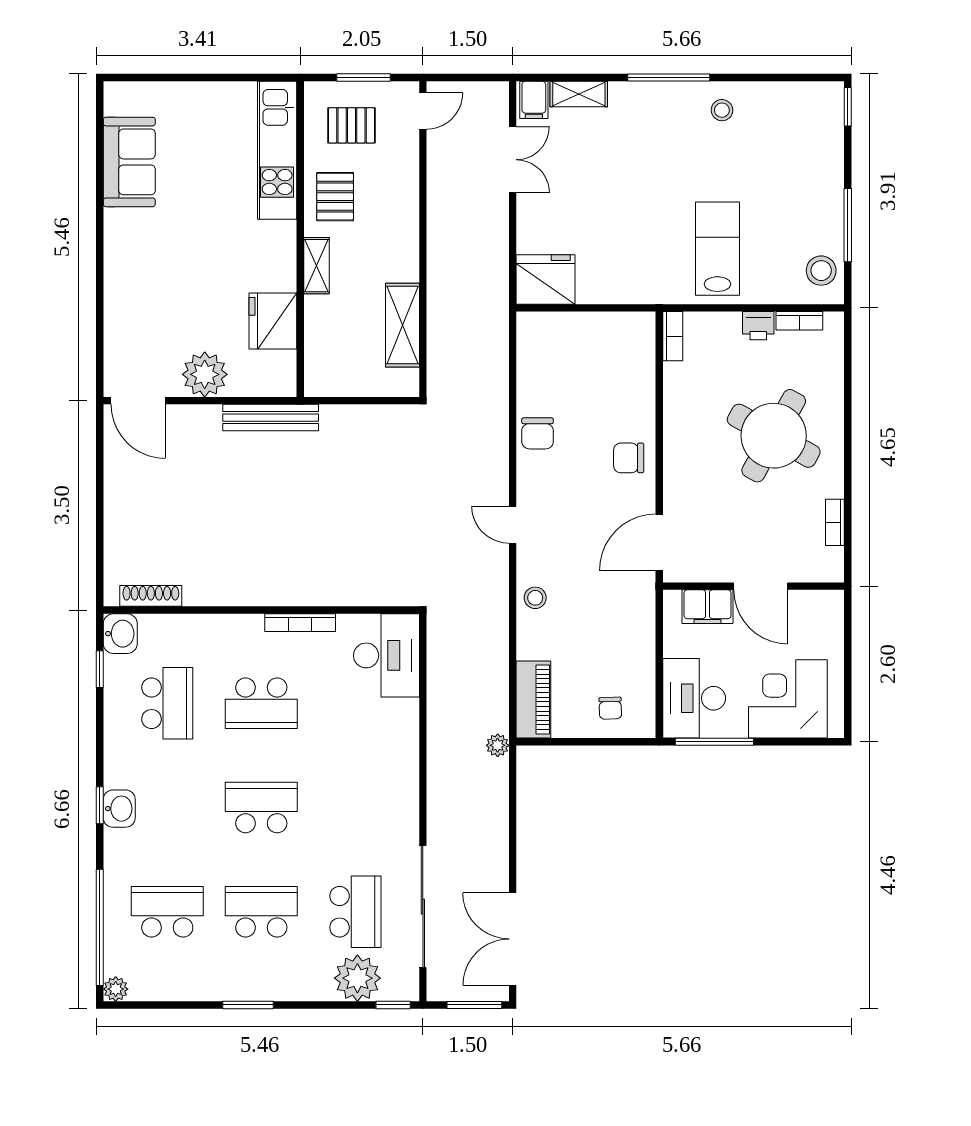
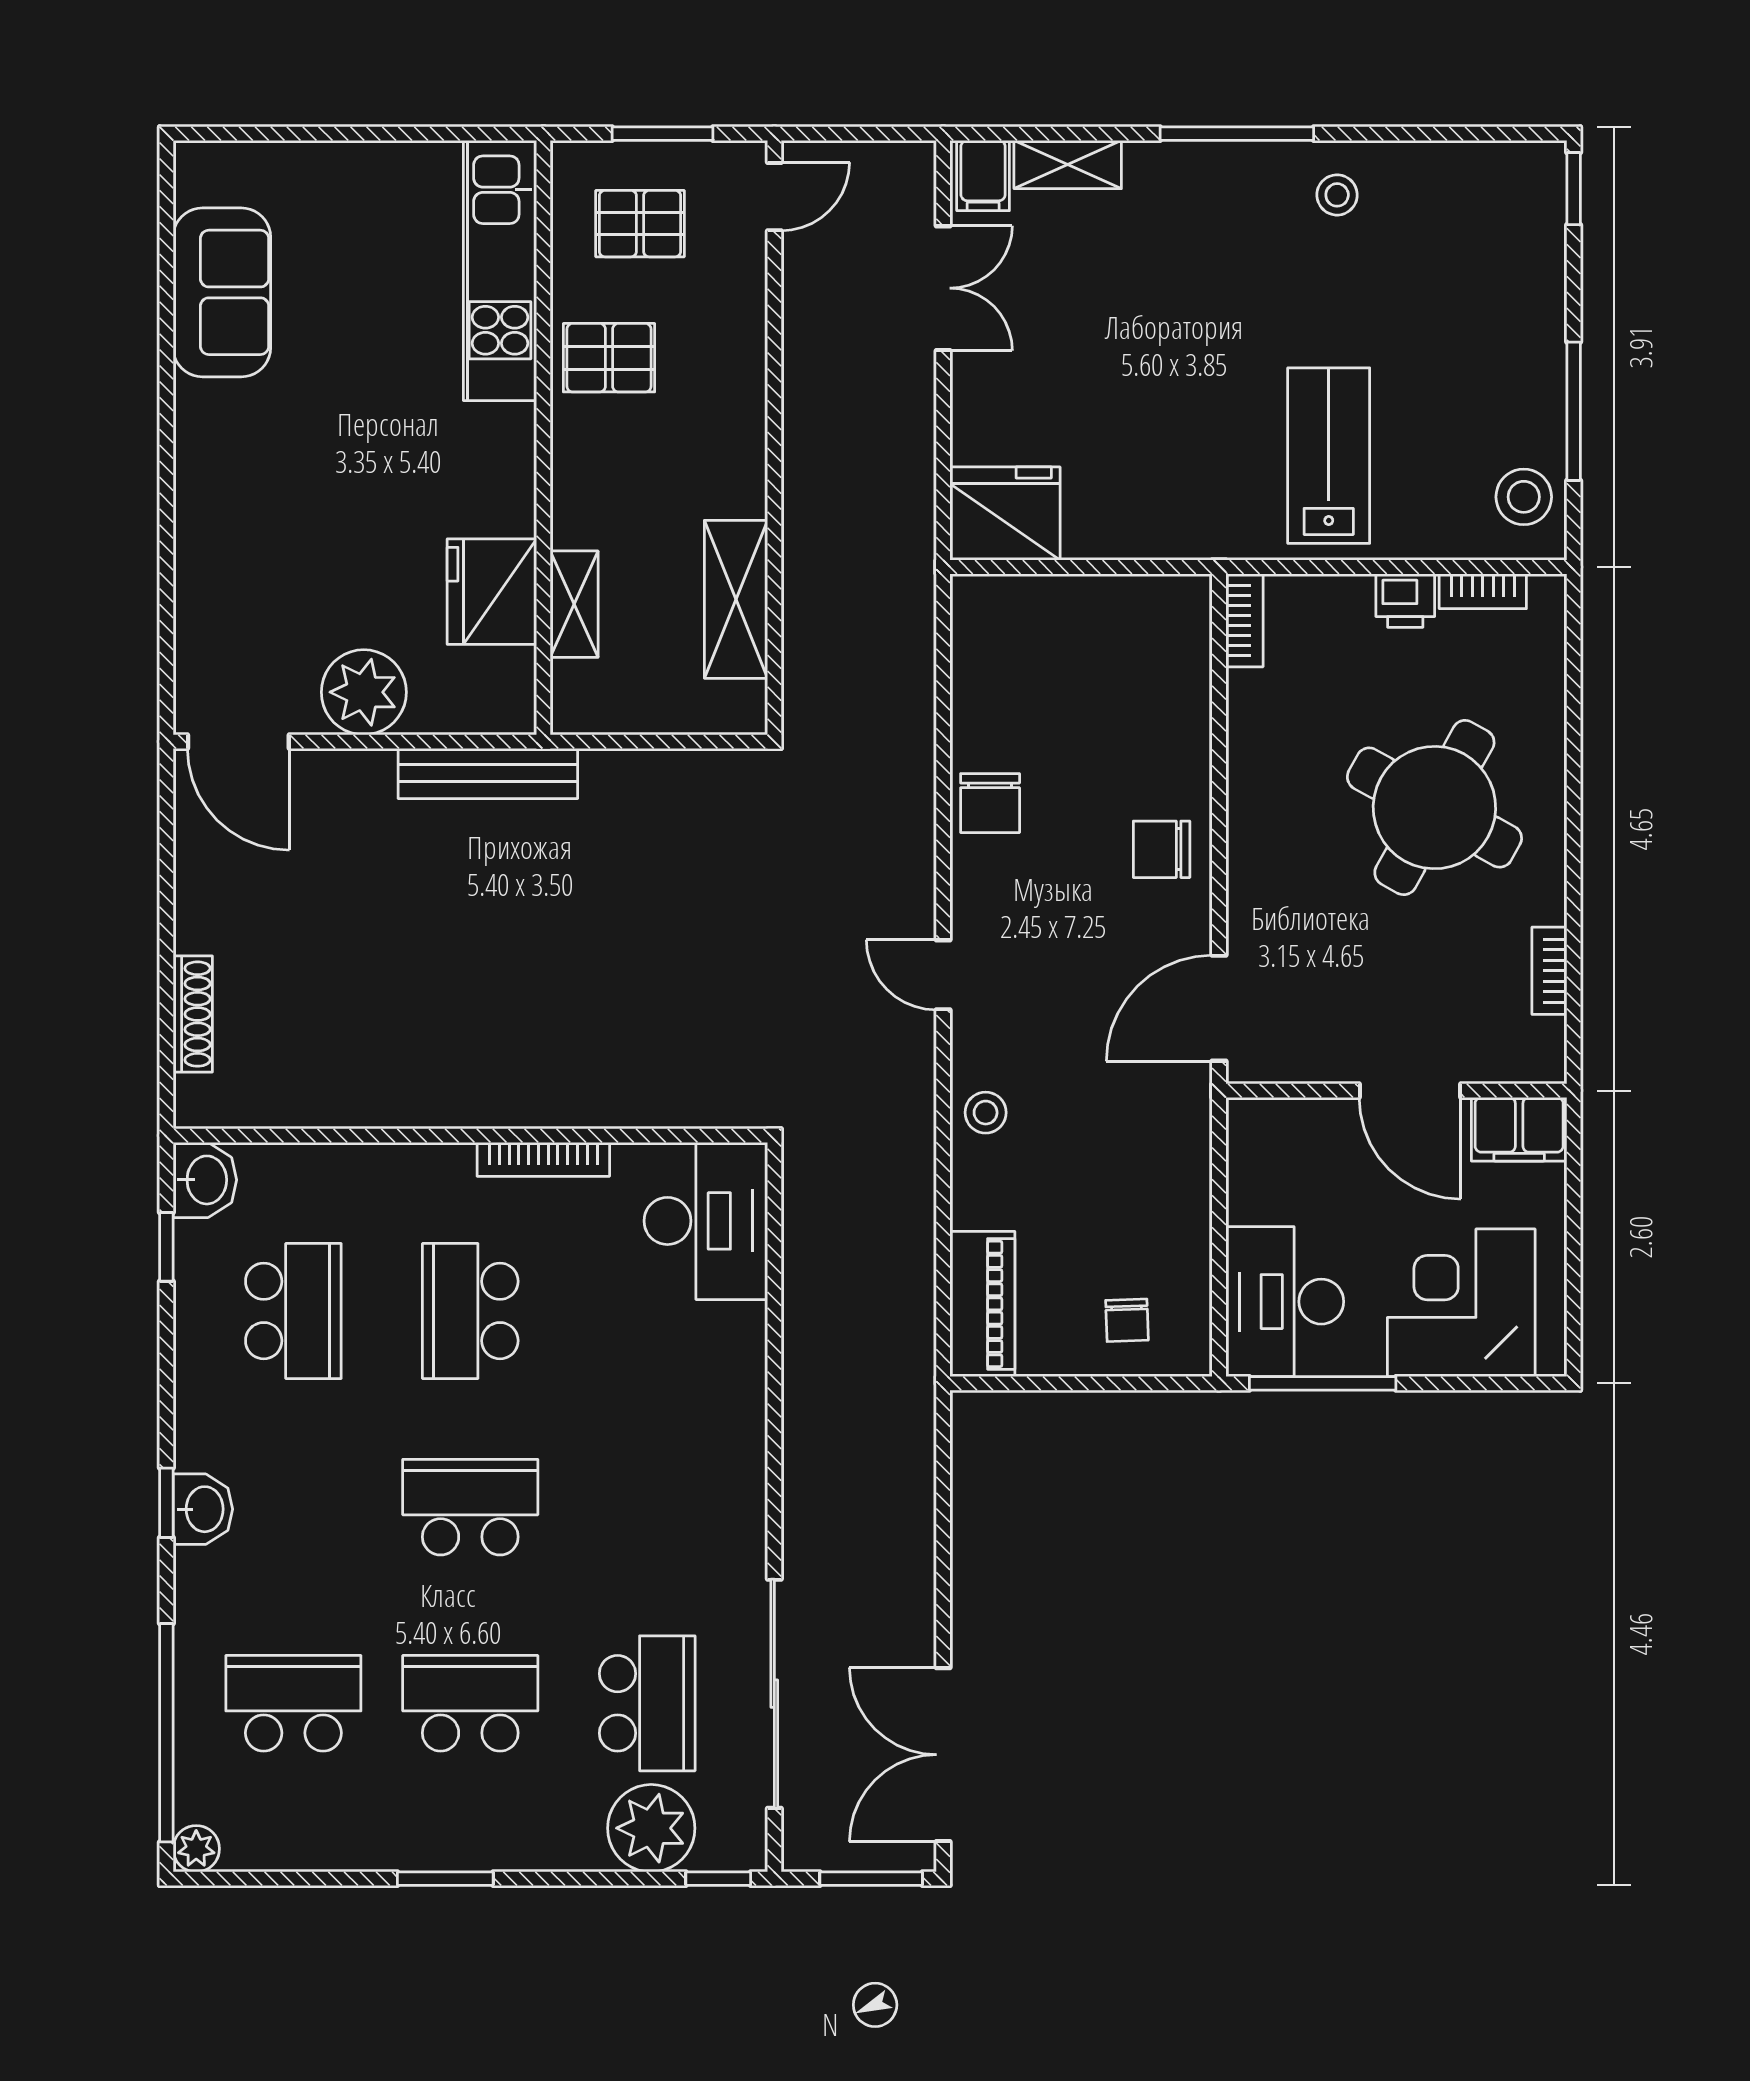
pallet: (335, 197) -> (609, 358), turned 90
shelving: (317, 266) -> (574, 604), moved
shoe rack: (151, 596) -> (193, 1014), moved, turned 90
filing cabinet: (708, 607) -> (1519, 1129), moved
school desk: (261, 703) -> (470, 1311), turned 90
plant: (498, 745) -> (915, 1390), removed

